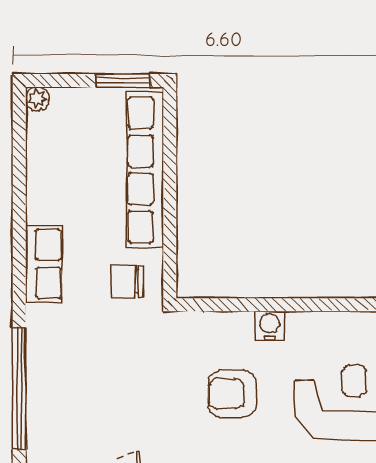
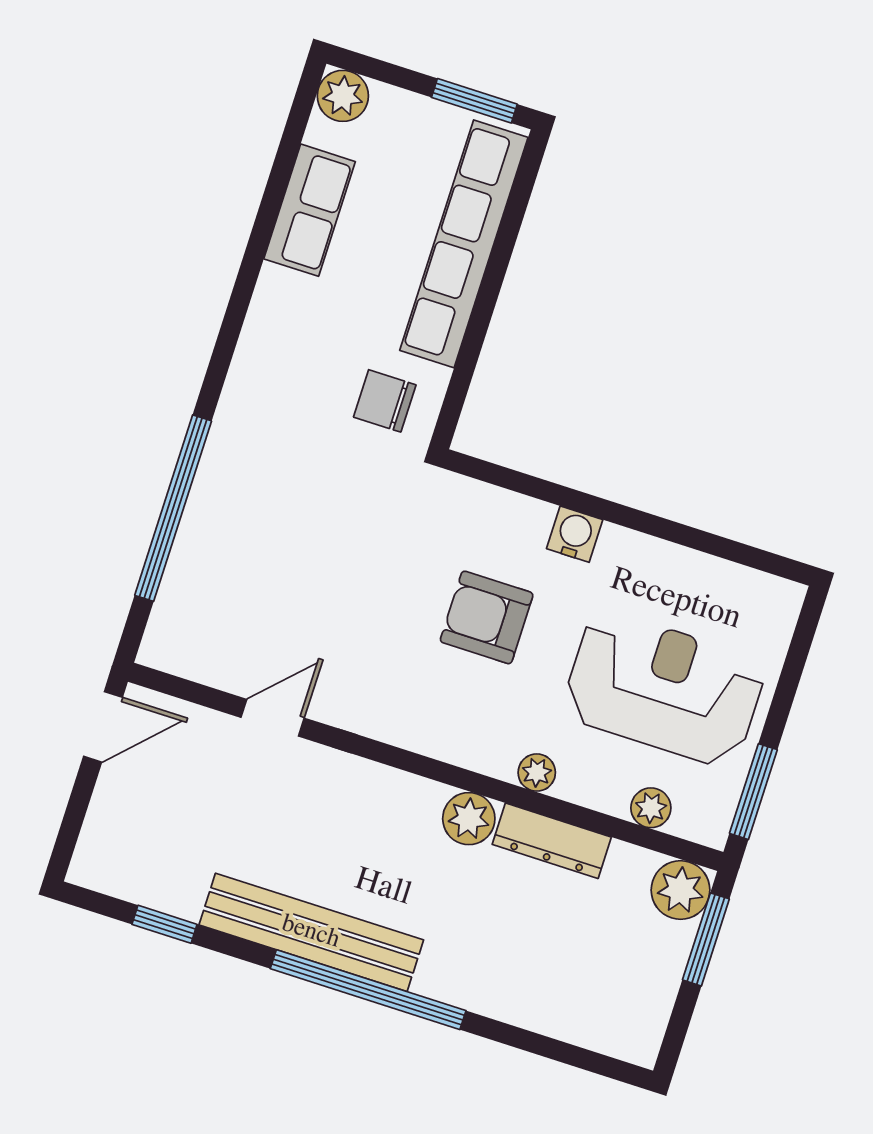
plant: (38, 99) -> (343, 96), width x1.38, depth x1.38
row of seats: (44, 264) -> (310, 210), moved

